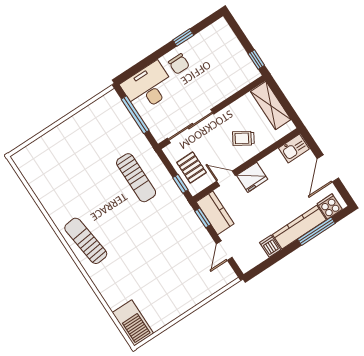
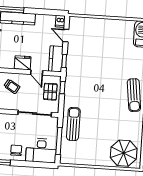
parasol: (45, 160) -> (124, 153), added
sun lounger: (136, 178) -> (73, 124), moved
dishwasher: (270, 246) -> (60, 21), moved
door: (224, 251) -> (66, 36), swing flipped

